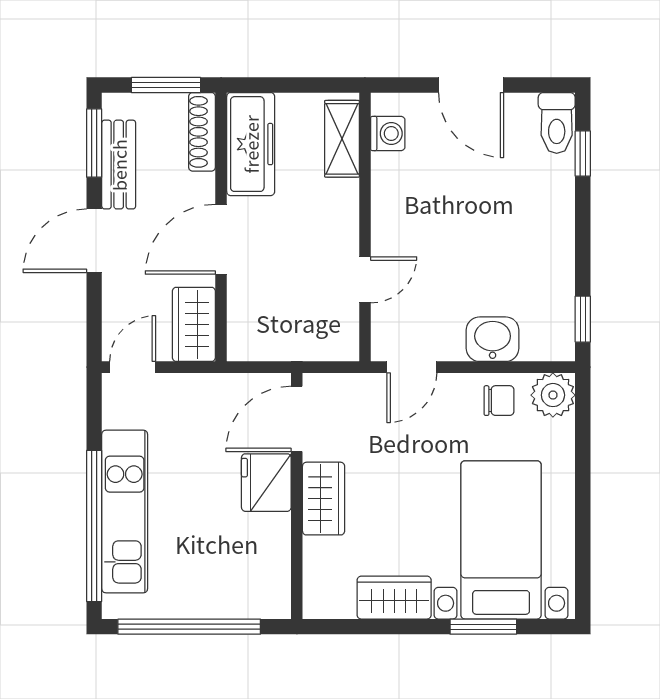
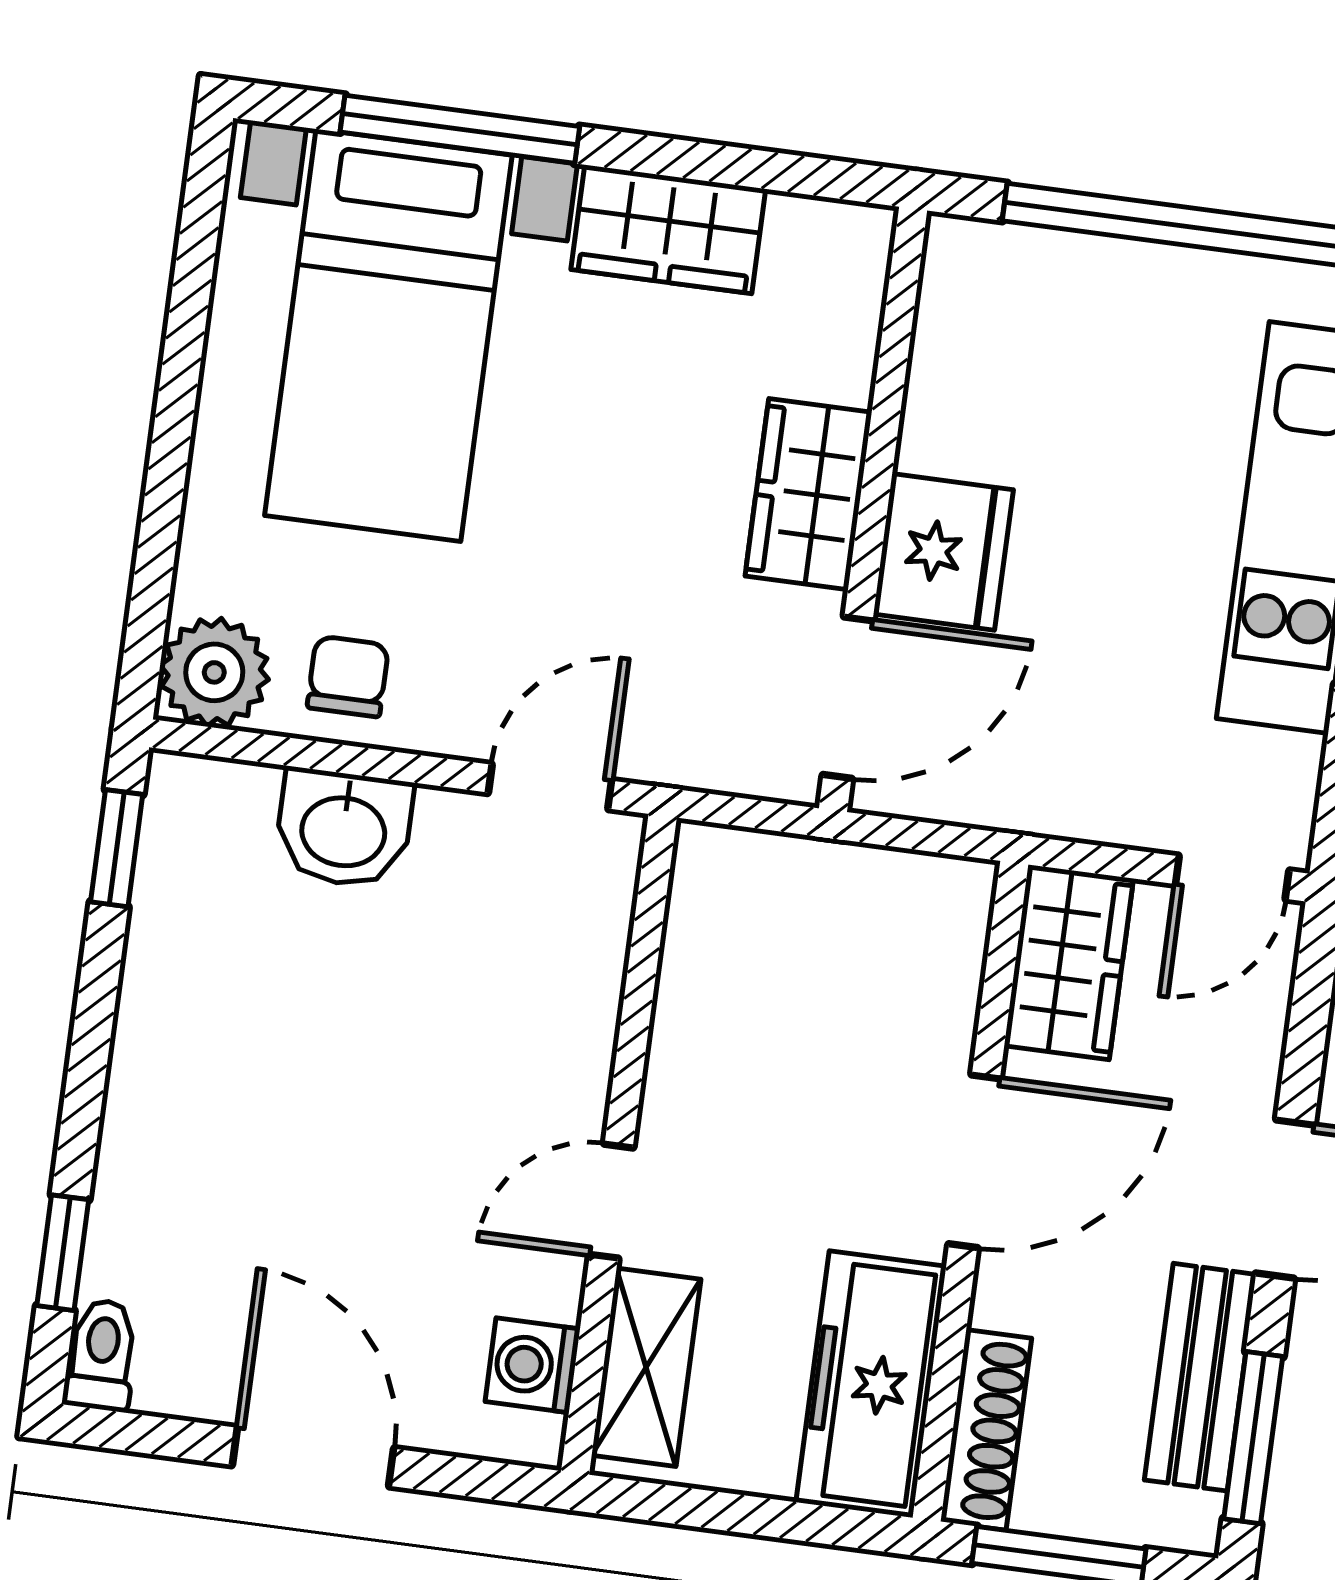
toilet: (557, 123) -> (101, 1355), width x0.73, depth x0.72
door: (365, 280) -> (611, 1201), moved
chair: (499, 401) -> (348, 676), turned 90
window: (483, 627) -> (460, 129), width x1.44

